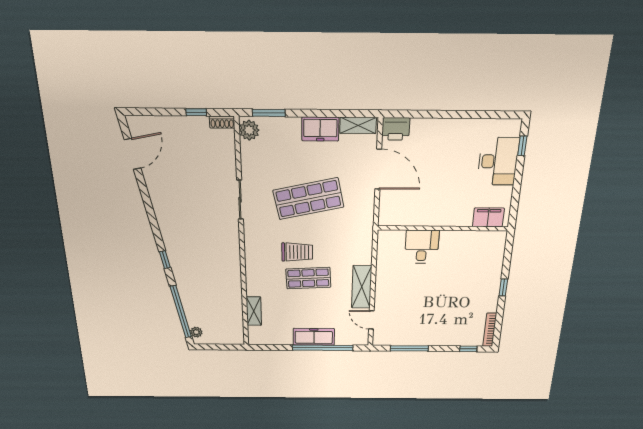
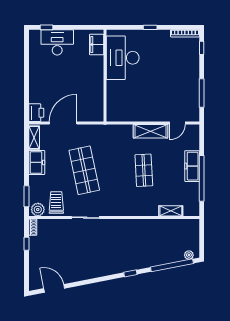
desk: (422, 247) -> (123, 58), moved, width x1.87, depth x1.30
trolley: (297, 252) -> (56, 203), moved
window: (323, 348) -> (202, 178), moved

